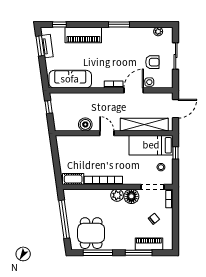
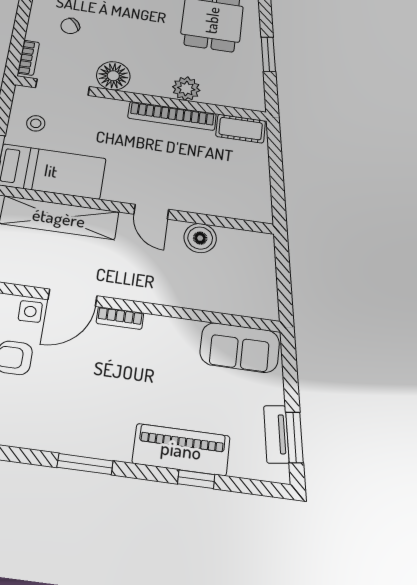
window: (59, 24) -> (196, 479), moved
sofa: (70, 79) -> (240, 348), width x0.73
window: (49, 107) -> (284, 289), removed
plant: (117, 195) -> (186, 89), moved
window: (64, 219) -> (268, 54), width x0.47

